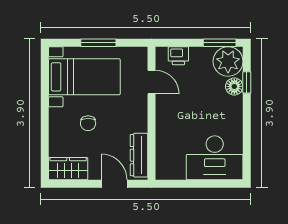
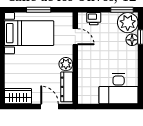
plant: (138, 122) -> (66, 64), added
chair: (88, 123) -> (32, 65), removed

